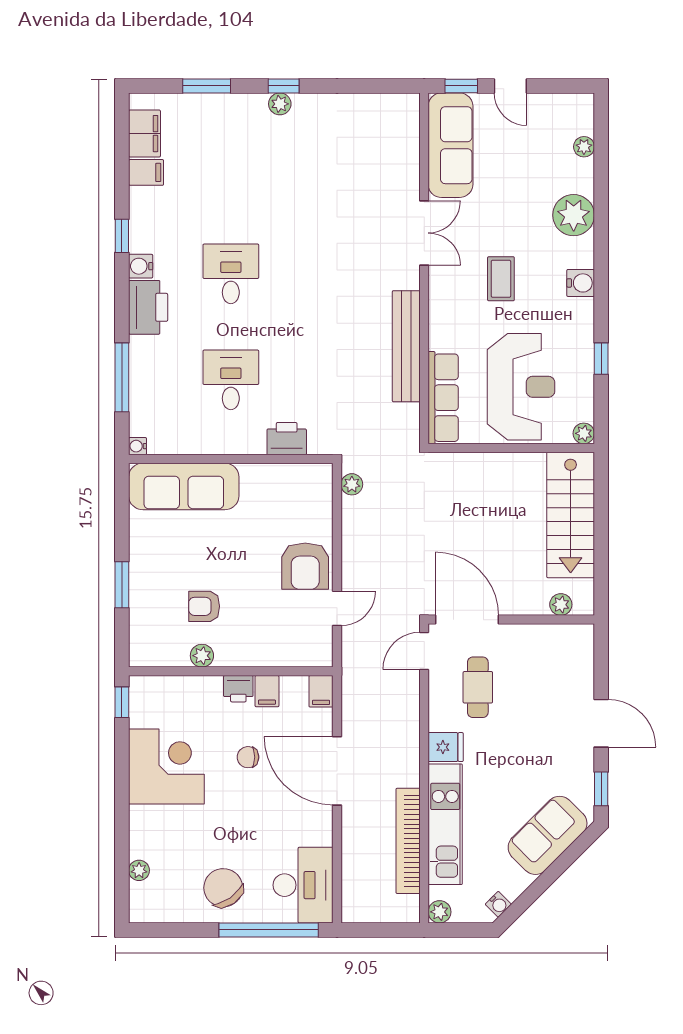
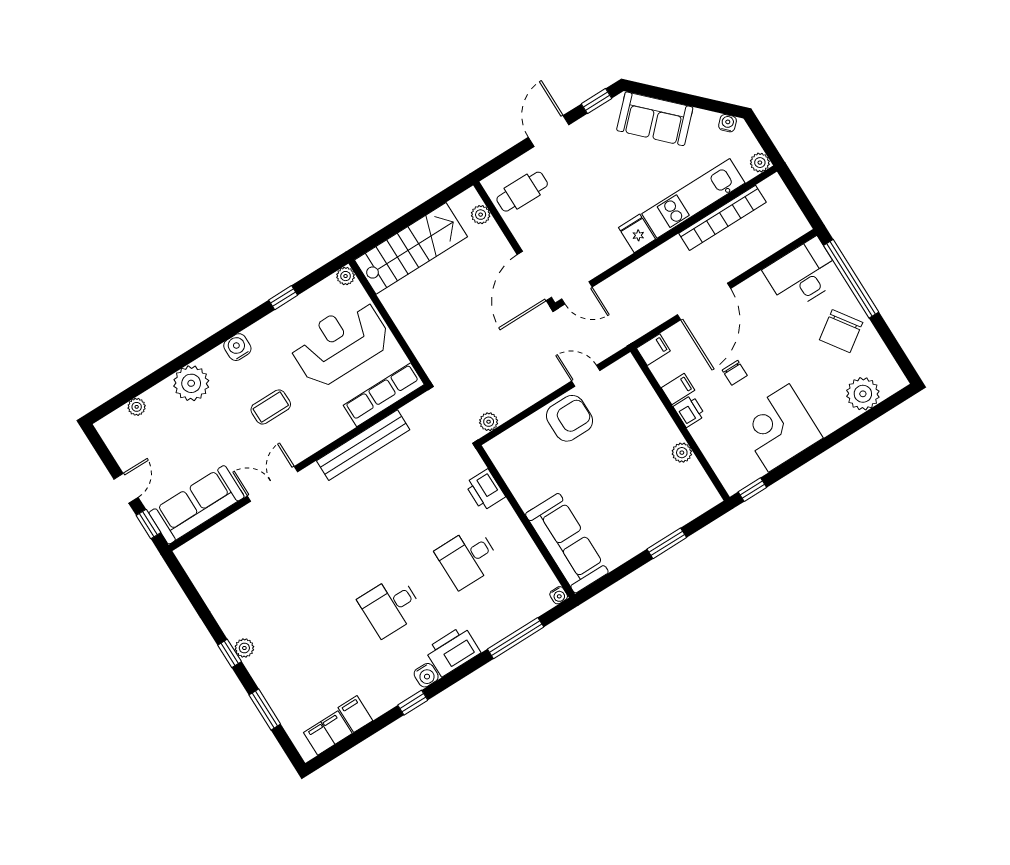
armchair: (204, 606) -> (645, 473), removed
cafe table: (478, 687) -> (522, 192), moved
plant: (139, 870) -> (863, 394), width x1.88, depth x1.88

